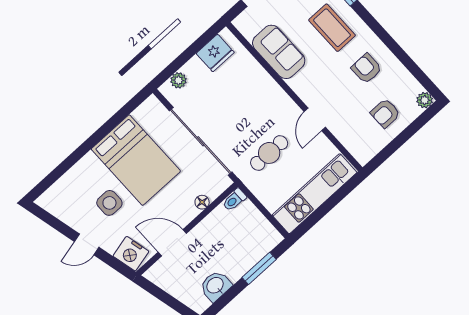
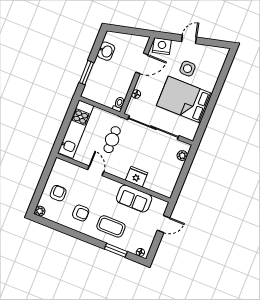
fridge: (215, 53) -> (137, 177), moved, turned 90

